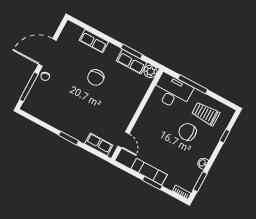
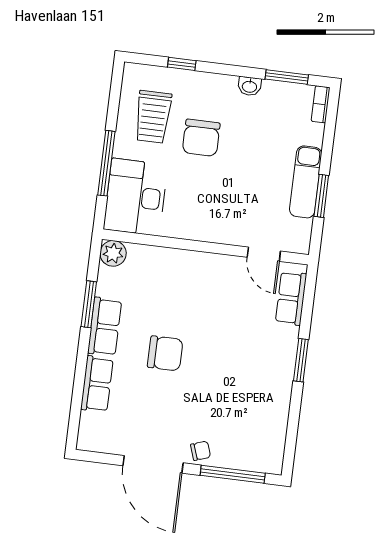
row of seats: (132, 62) -> (105, 327), moved
door: (124, 140) -> (264, 254), swing flipped
window: (152, 183) -> (321, 196), moved

